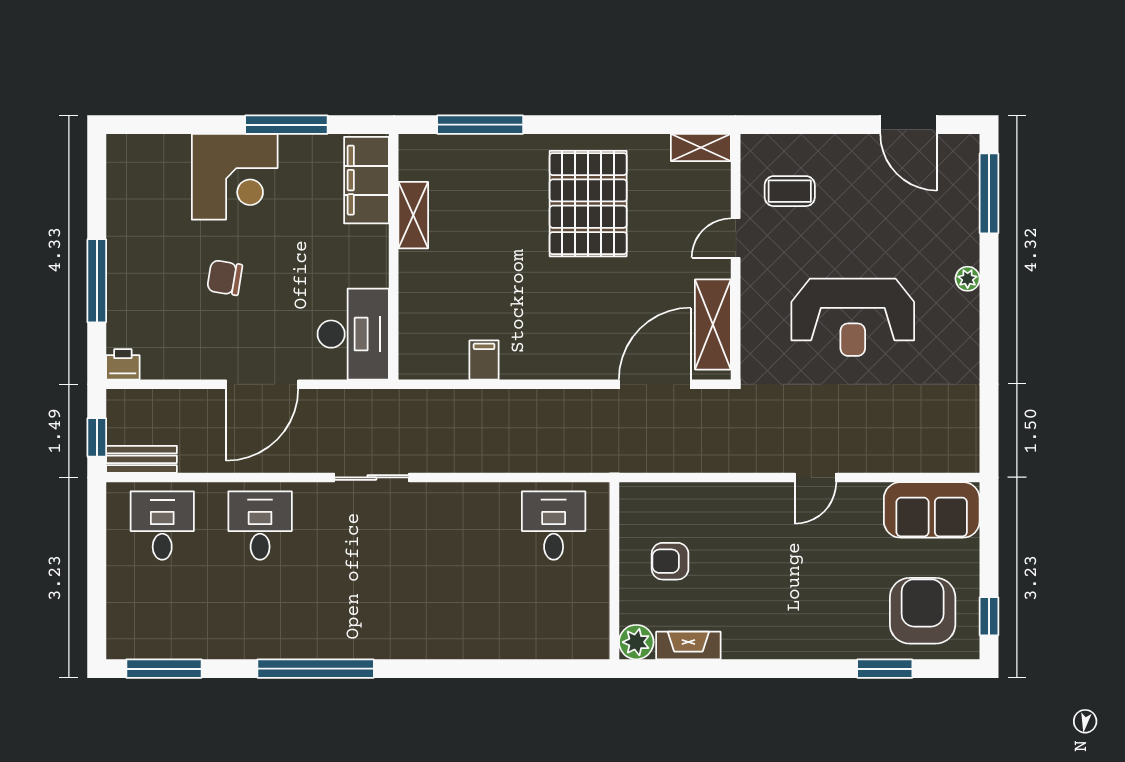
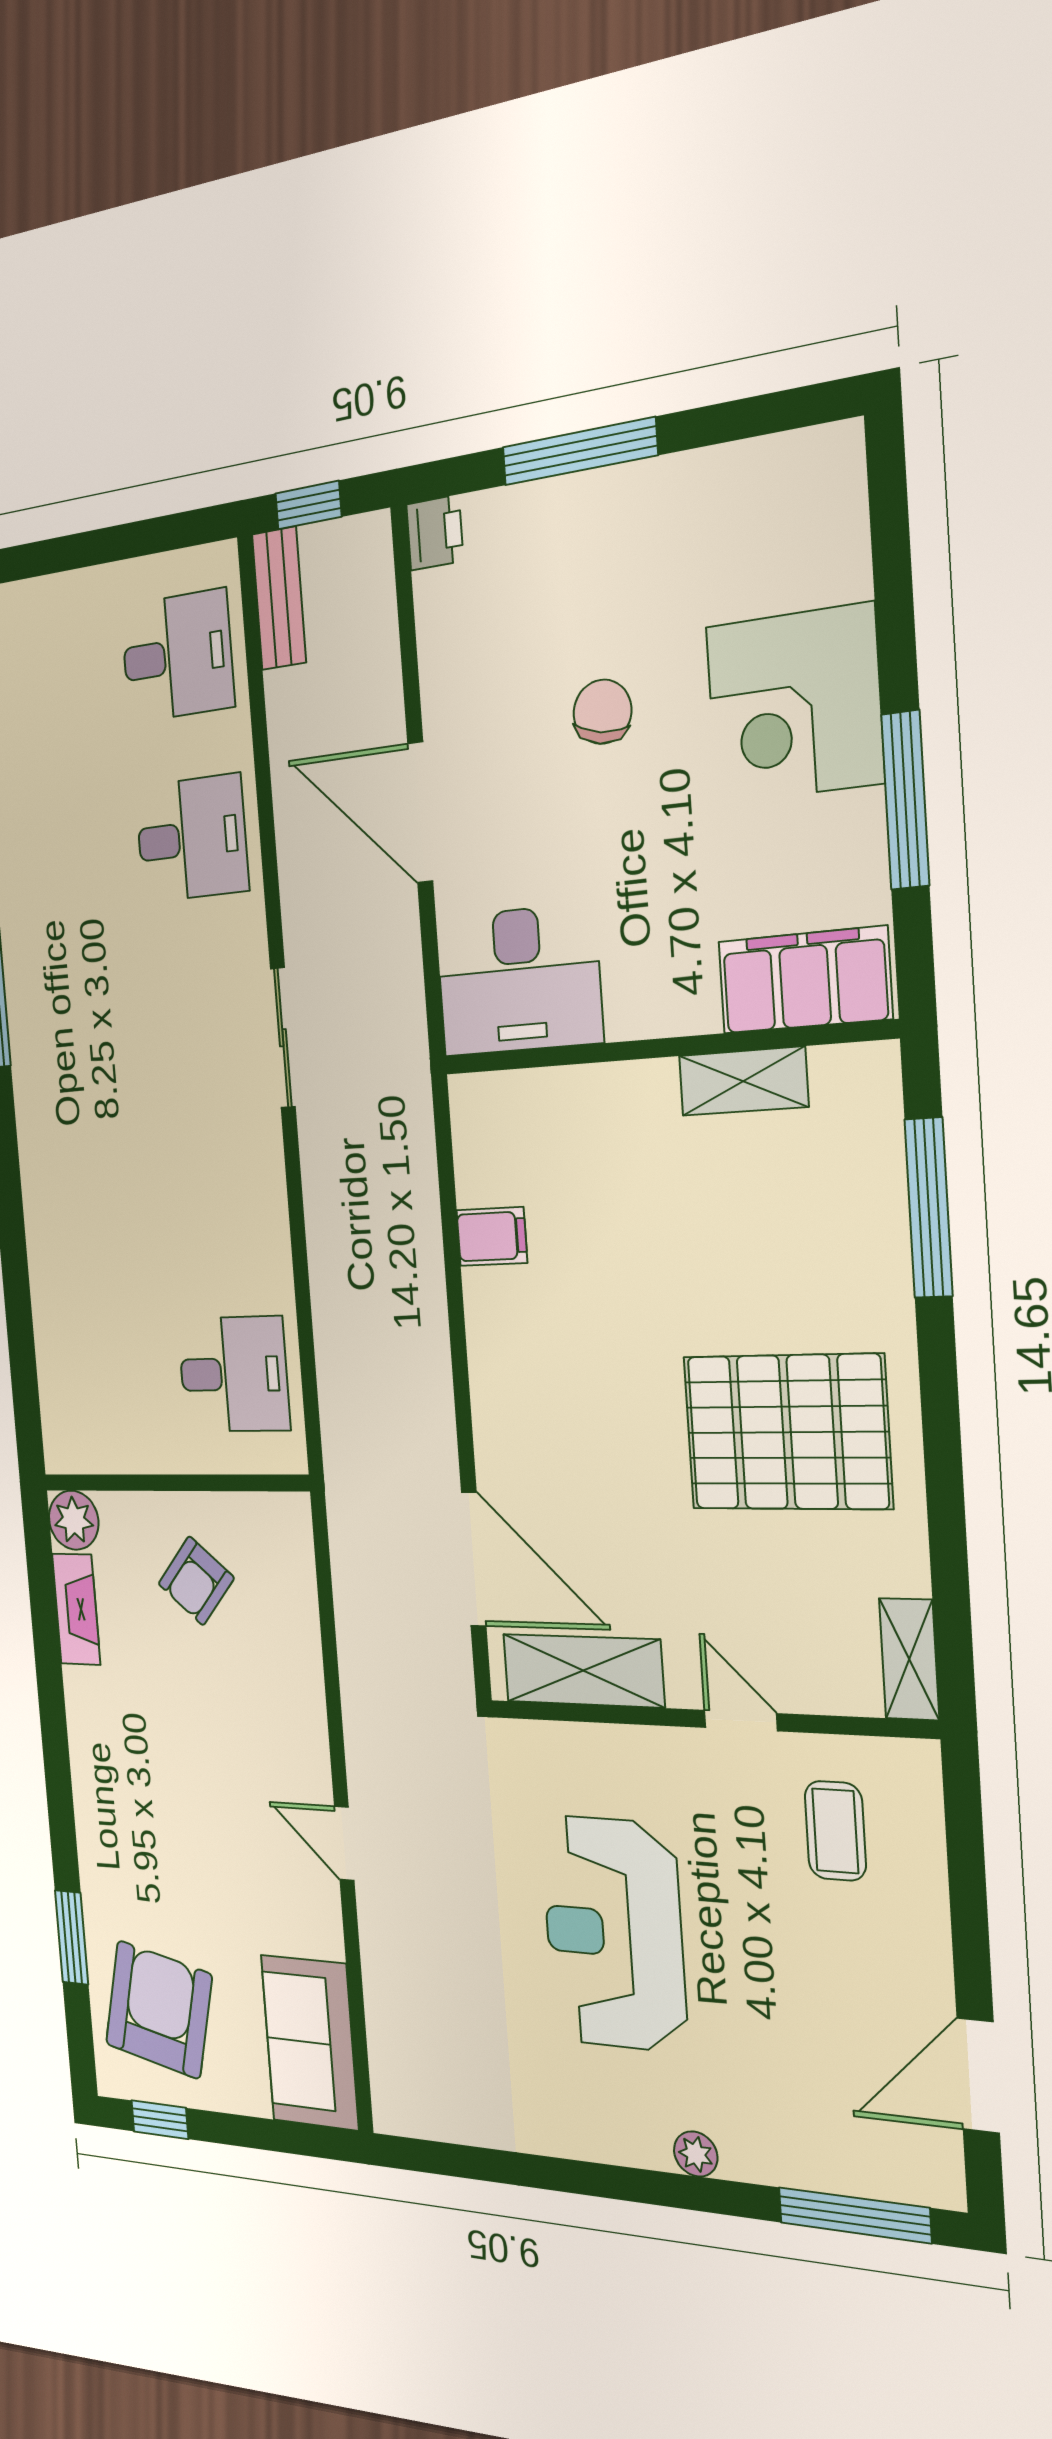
armchair: (670, 561) -> (196, 1581), turned -140
armchair: (923, 611) -> (159, 2010), turned -77

